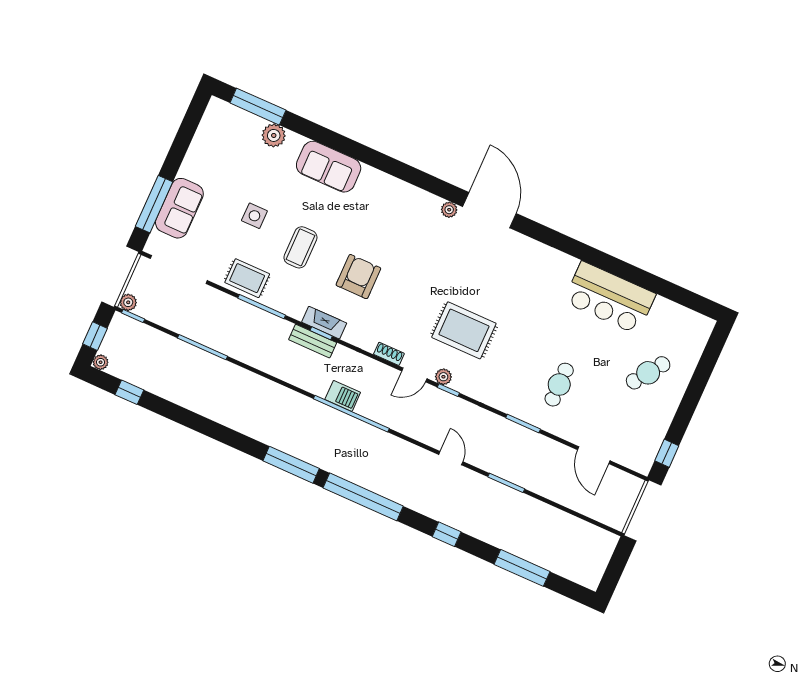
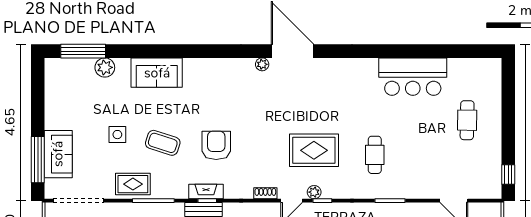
coffee table: (300, 247) -> (163, 143), turned -72
cafe table: (648, 373) -> (467, 120), turned -34
cafe table: (559, 385) -> (375, 155), moved

